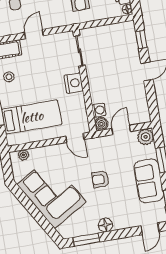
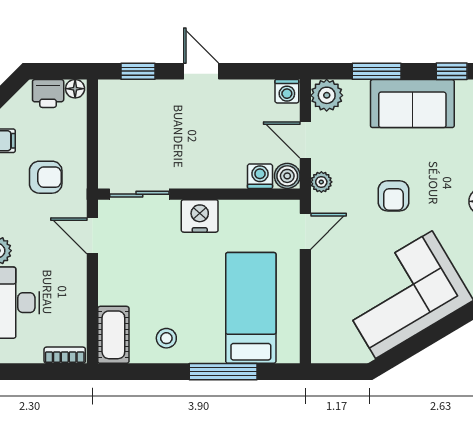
door: (34, 34) -> (92, 236), moved
washing machine: (144, 116) -> (287, 91), added
plant: (23, 155) -> (321, 182), moved

